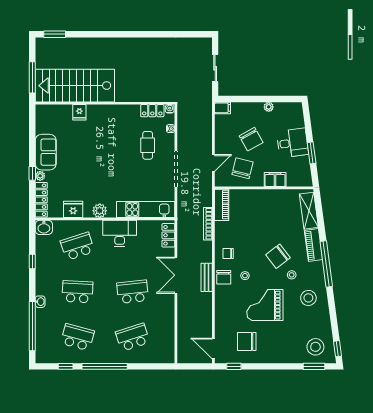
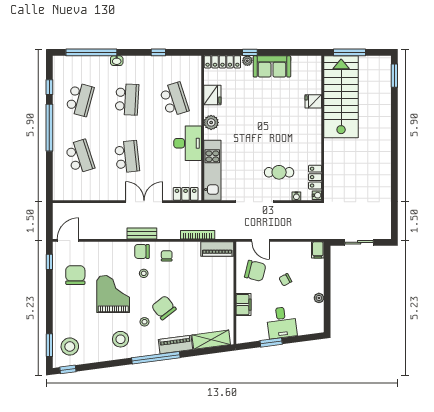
chair: (251, 139) -> (285, 280), width x0.54, depth x0.54
washbasin: (44, 227) -> (194, 65), removed

